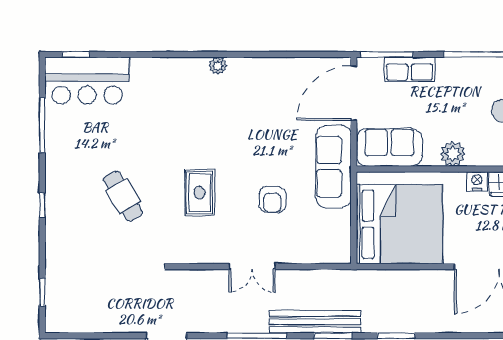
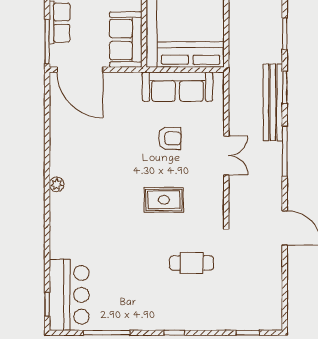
sofa: (334, 167) -> (177, 87), moved
cafe table: (123, 196) -> (192, 263), moved, turned 31

